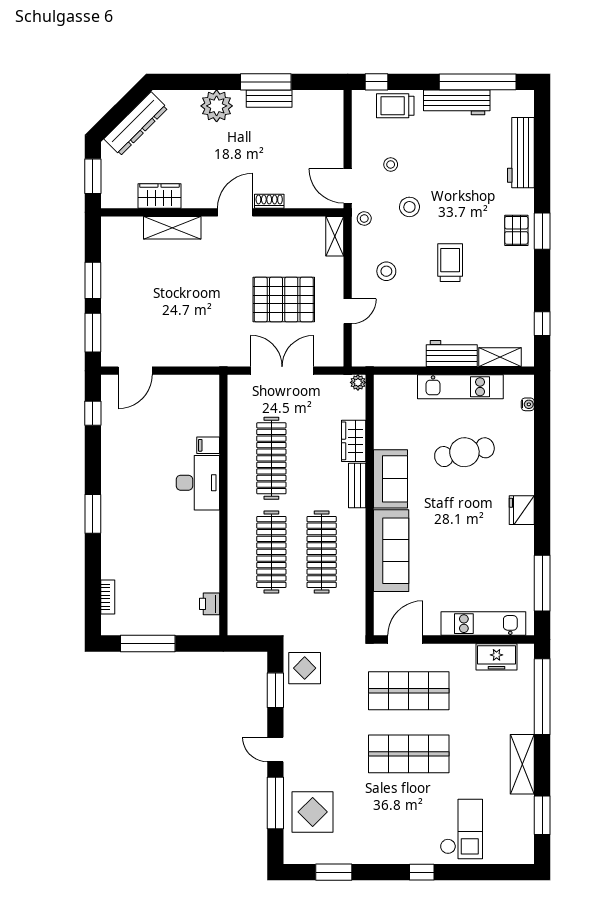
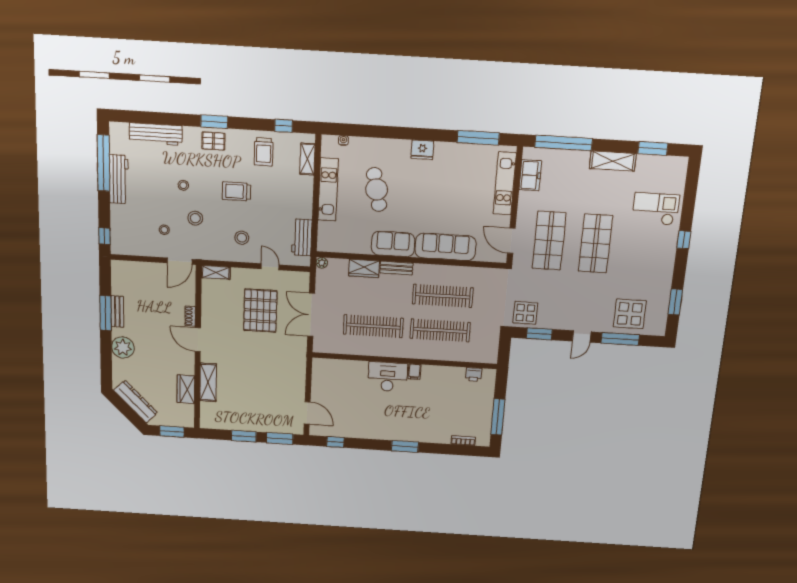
trolley: (395, 106) -> (264, 152), moved
stool: (364, 219) -> (183, 185), moved
workbench: (452, 354) -> (302, 237), moved
filing cabinet: (208, 445) -> (414, 372), moved

